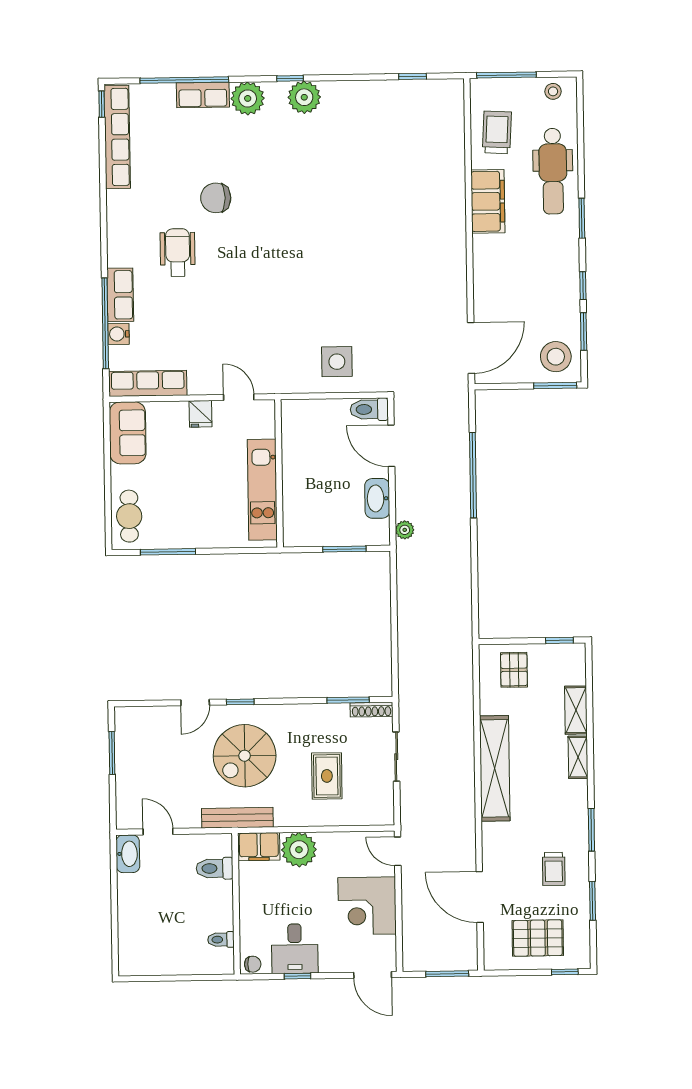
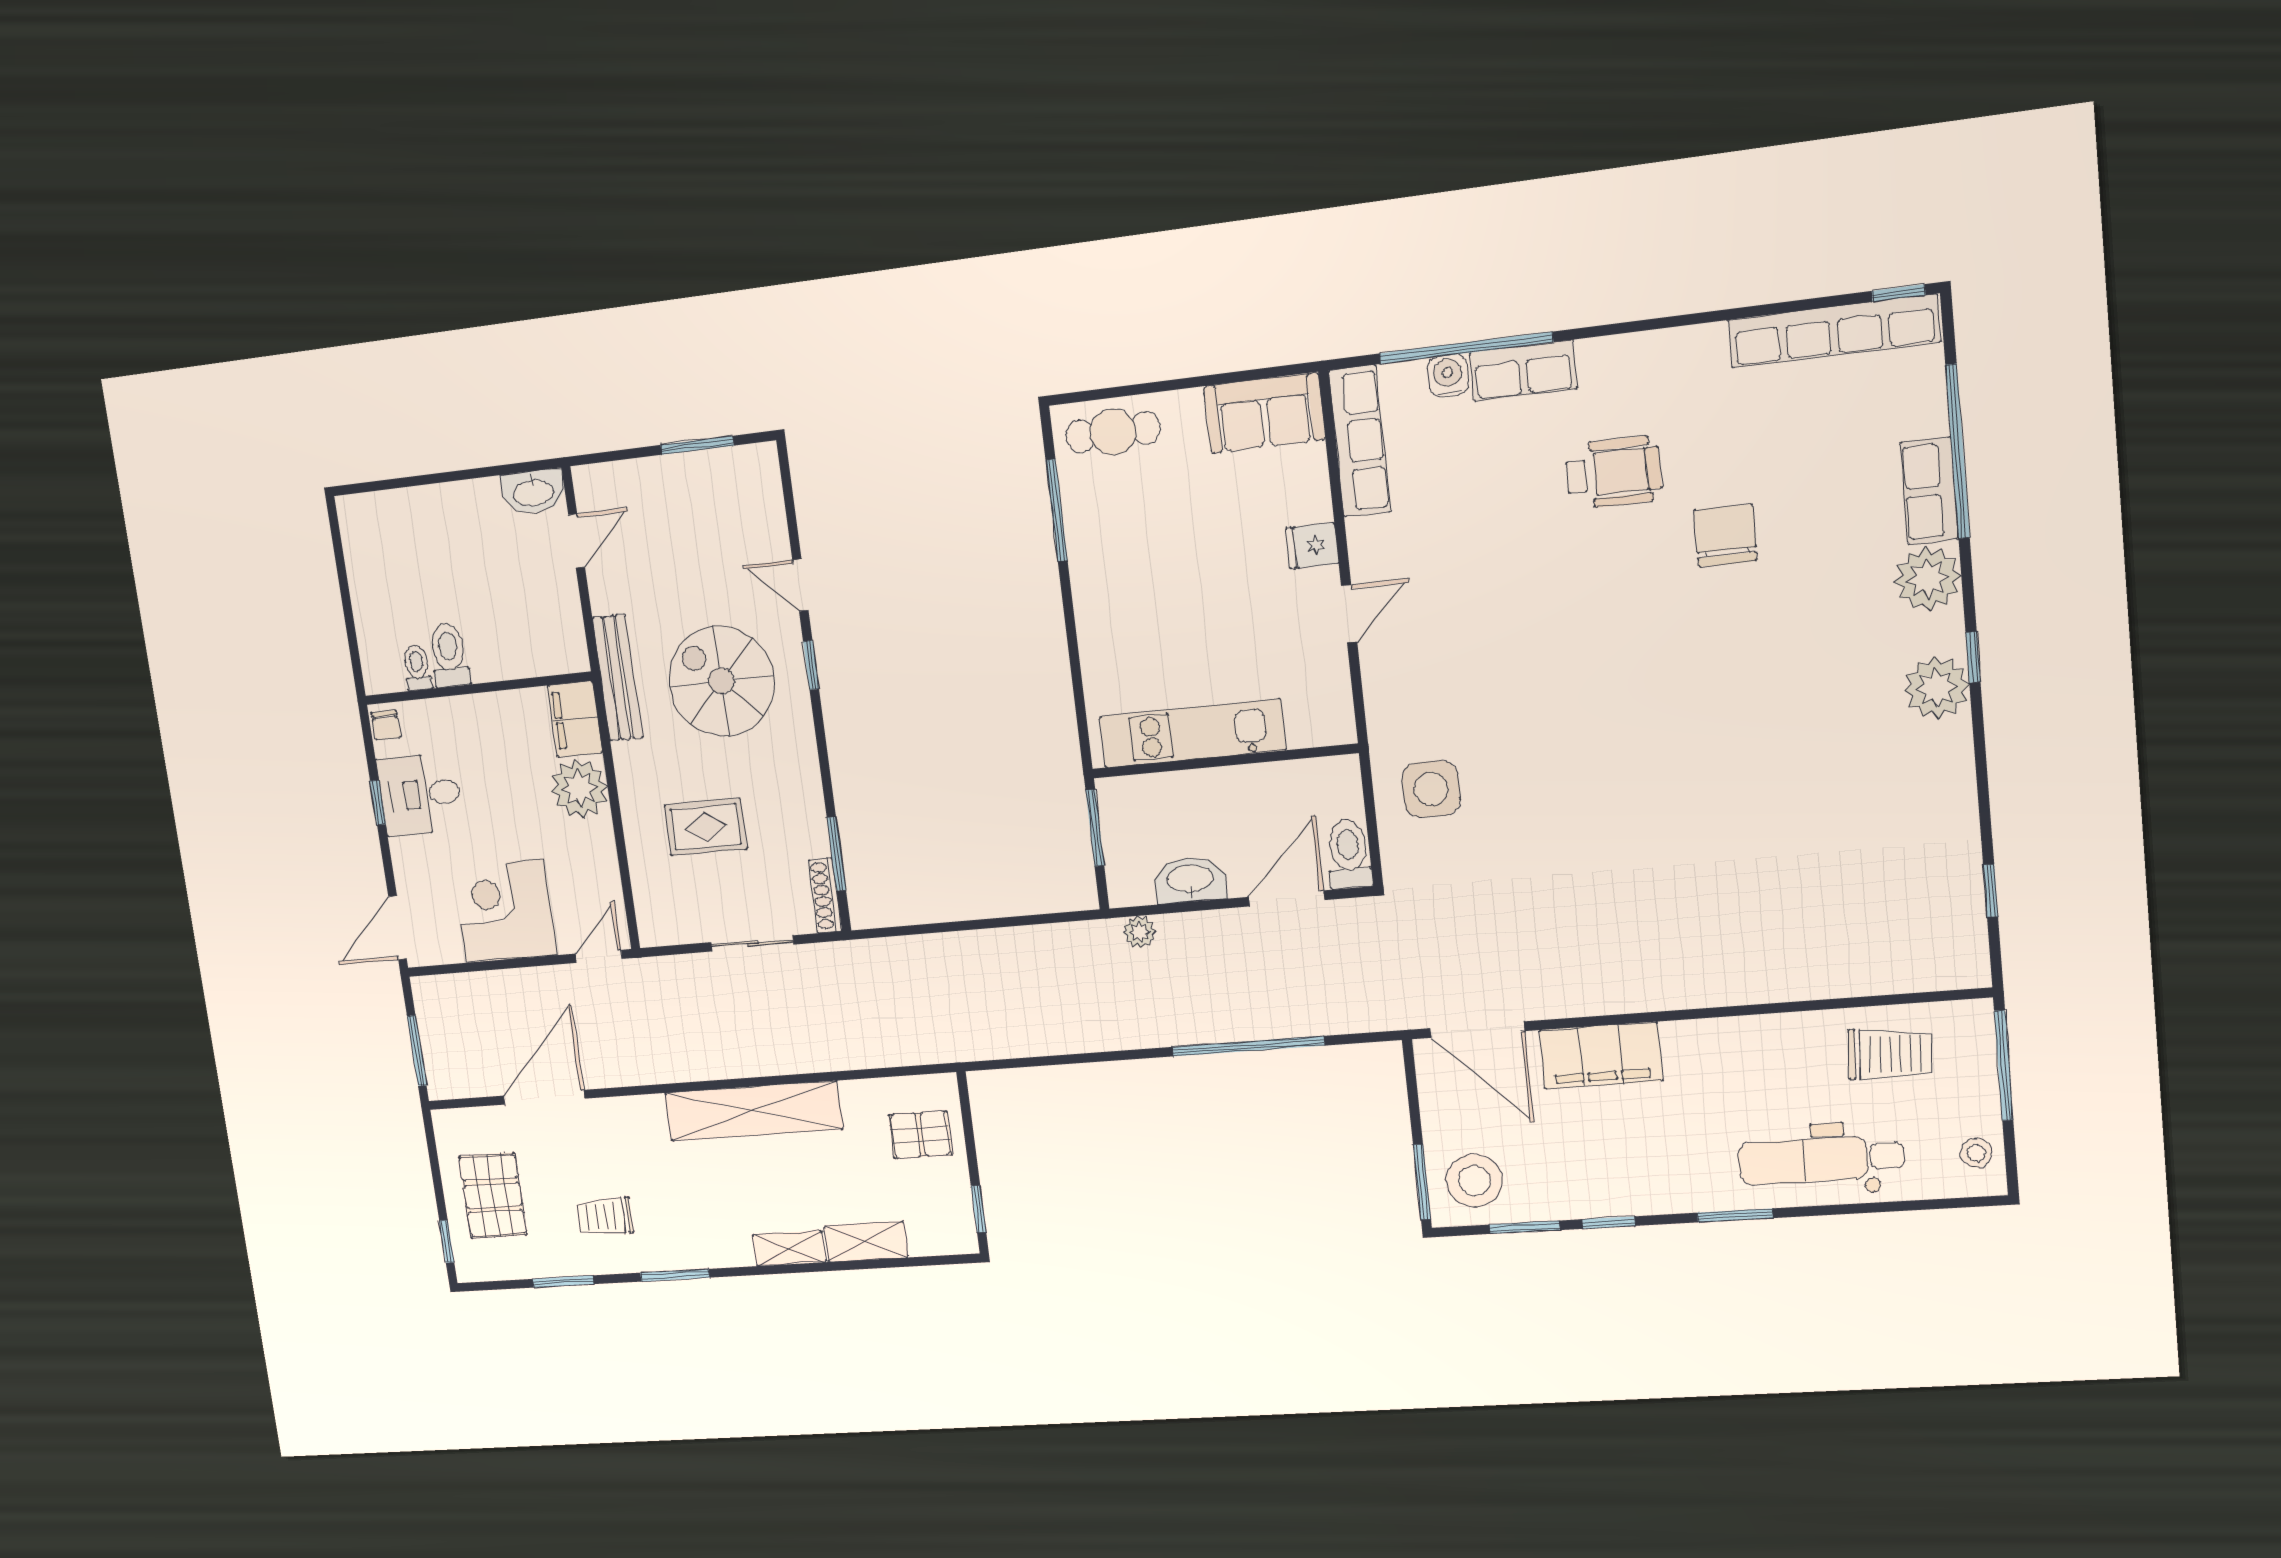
filing cabinet: (488, 201) -> (1601, 1055), moved
wall: (279, 473) -> (1224, 761), moved
kitchen unit: (262, 490) -> (1192, 733), moved
toilet: (215, 868) -> (449, 655), moved

